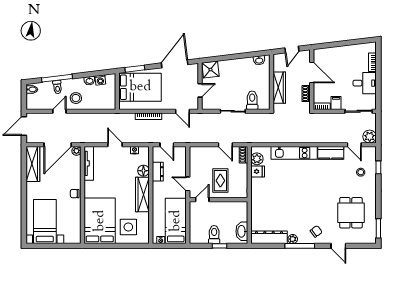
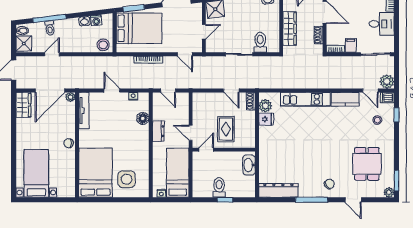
stool: (76, 98) -> (103, 45), moved
shower: (33, 101) -> (24, 44), added
dishwasher: (370, 151) -> (387, 98), added
wardrobe: (33, 164) -> (23, 105), width x0.67
dresser: (158, 172) -> (158, 131), moved
wardrobe: (142, 195) -> (142, 144), removed
washbasin: (242, 231) -> (249, 165), moved
plant: (293, 239) -> (389, 192), moved

